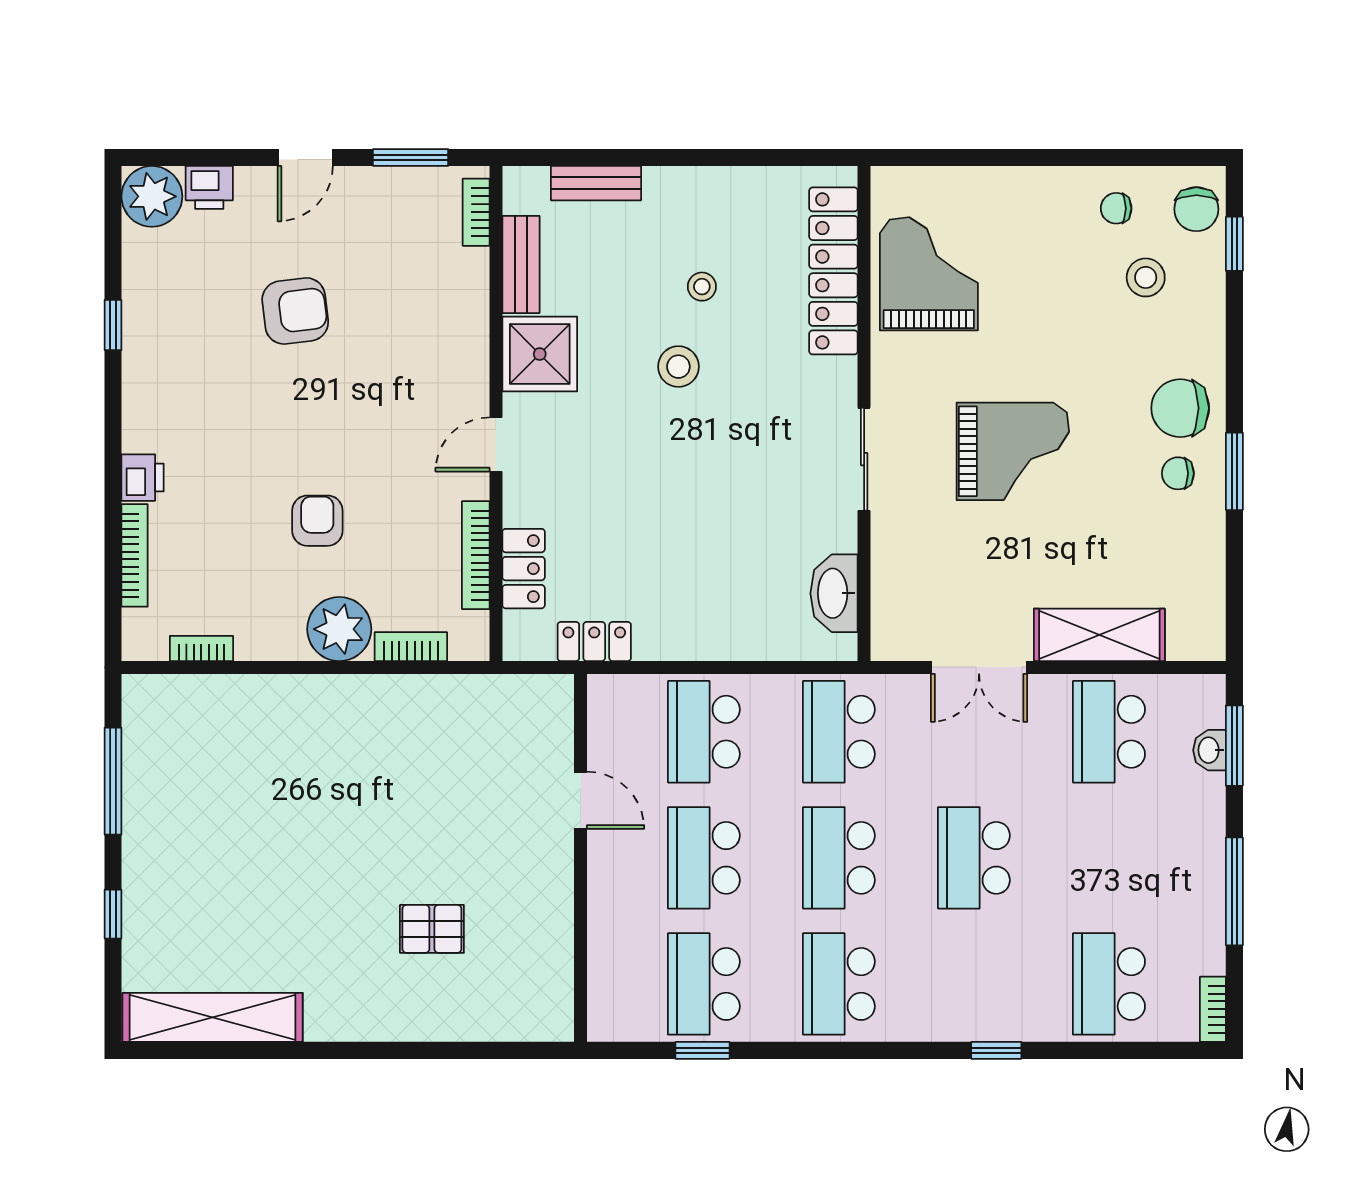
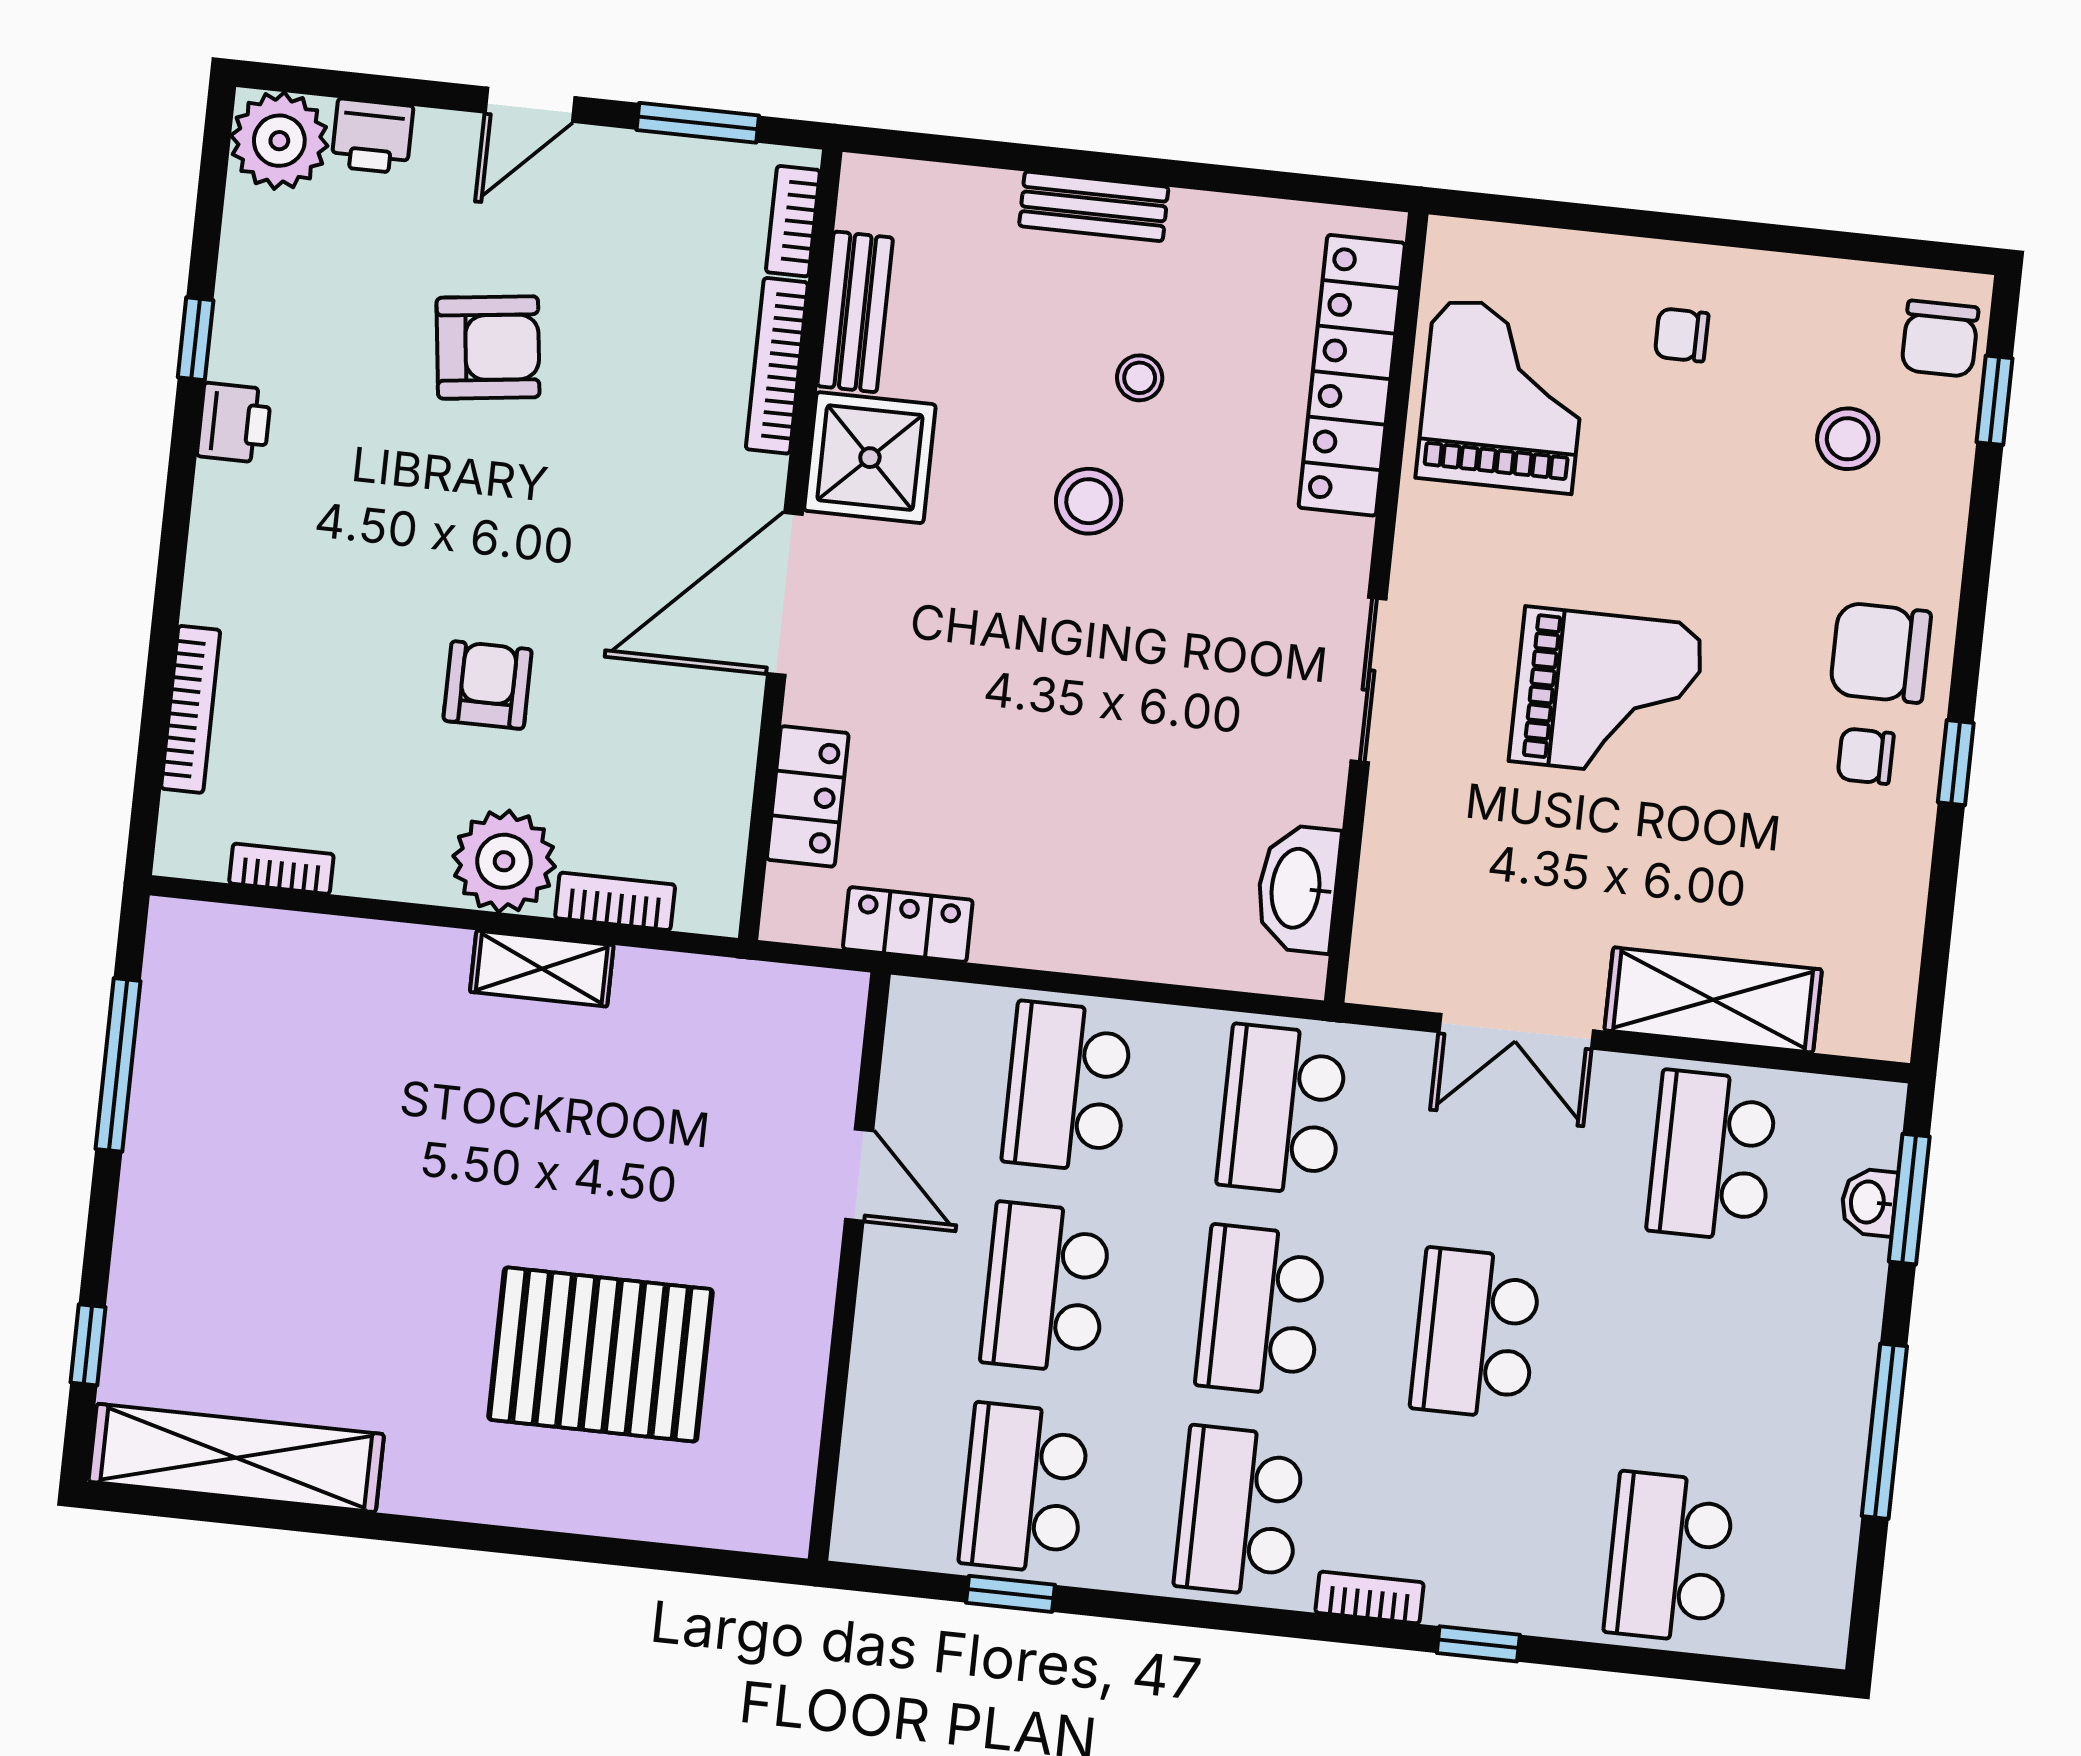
bench: (596, 183) -> (1094, 206), moved
chair: (1116, 208) -> (1682, 335), moved
door: (496, 444) -> (785, 594), width x1.87
window: (1234, 471) -> (1956, 763), width x0.67
printer: (143, 478) -> (234, 423), moved
bookcase: (476, 555) -> (777, 366), moved
shelving: (370, 693) -> (542, 969), added
window: (113, 914) -> (88, 1345), moved
pallet: (432, 929) -> (601, 1354), width x2.05, depth x2.00
bookcase: (1213, 1009) -> (1369, 1598), moved, turned 90

